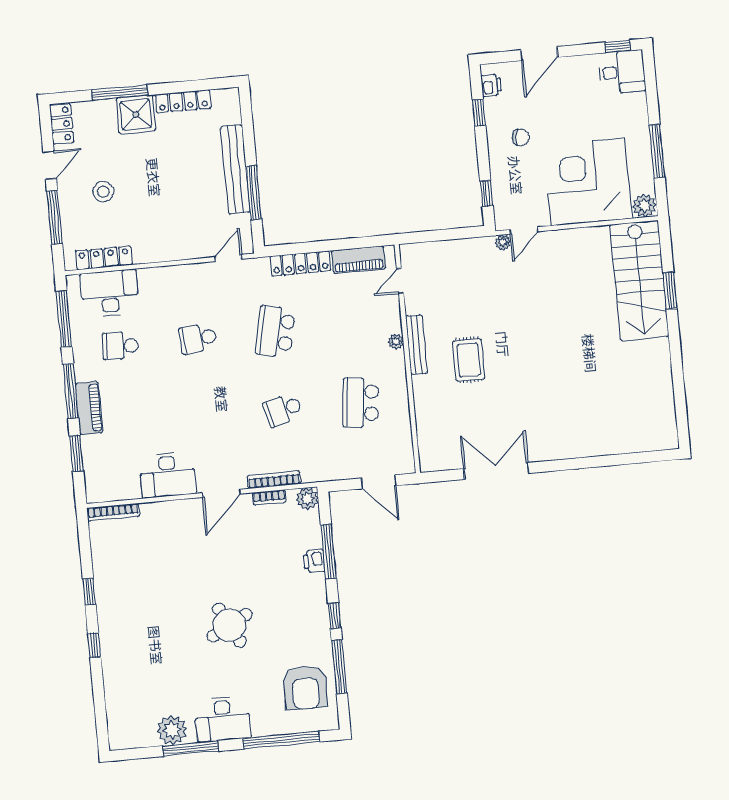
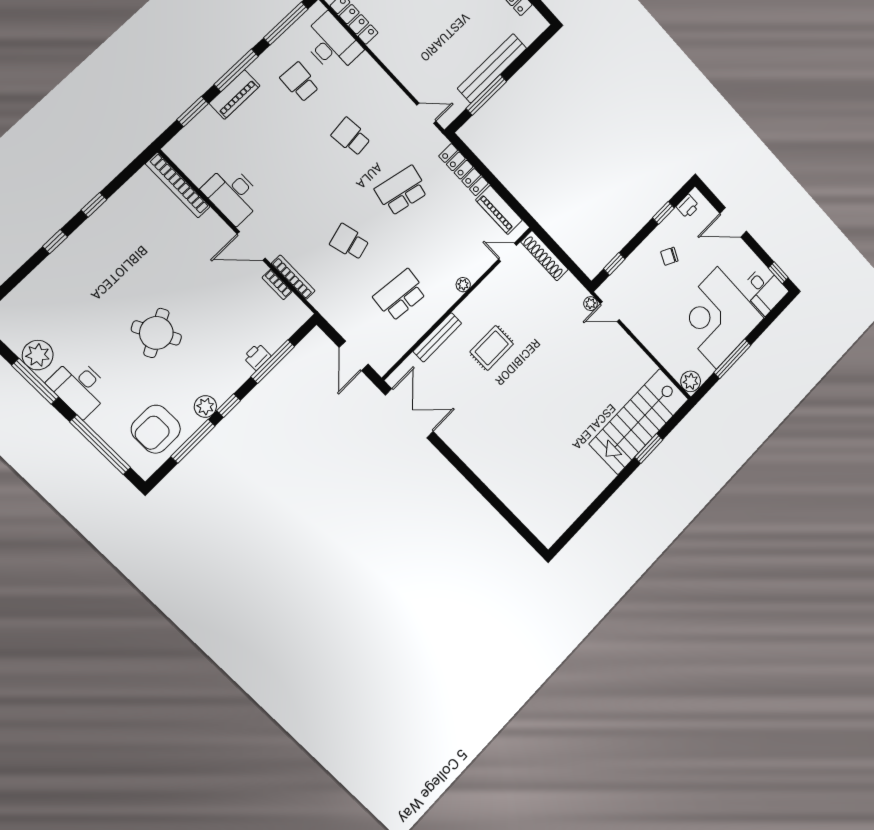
chair: (521, 137) -> (669, 256), turned 107
corner desk: (588, 182) -> (717, 318), moved, turned -90
shoe rack: (429, 251) -> (544, 256), added
bench: (416, 345) -> (437, 337), moved
double door: (496, 471) -> (409, 413), moved
plant: (307, 499) -> (205, 406), moved
bookcase: (113, 512) -> (178, 185), width x1.48, depth x1.31

